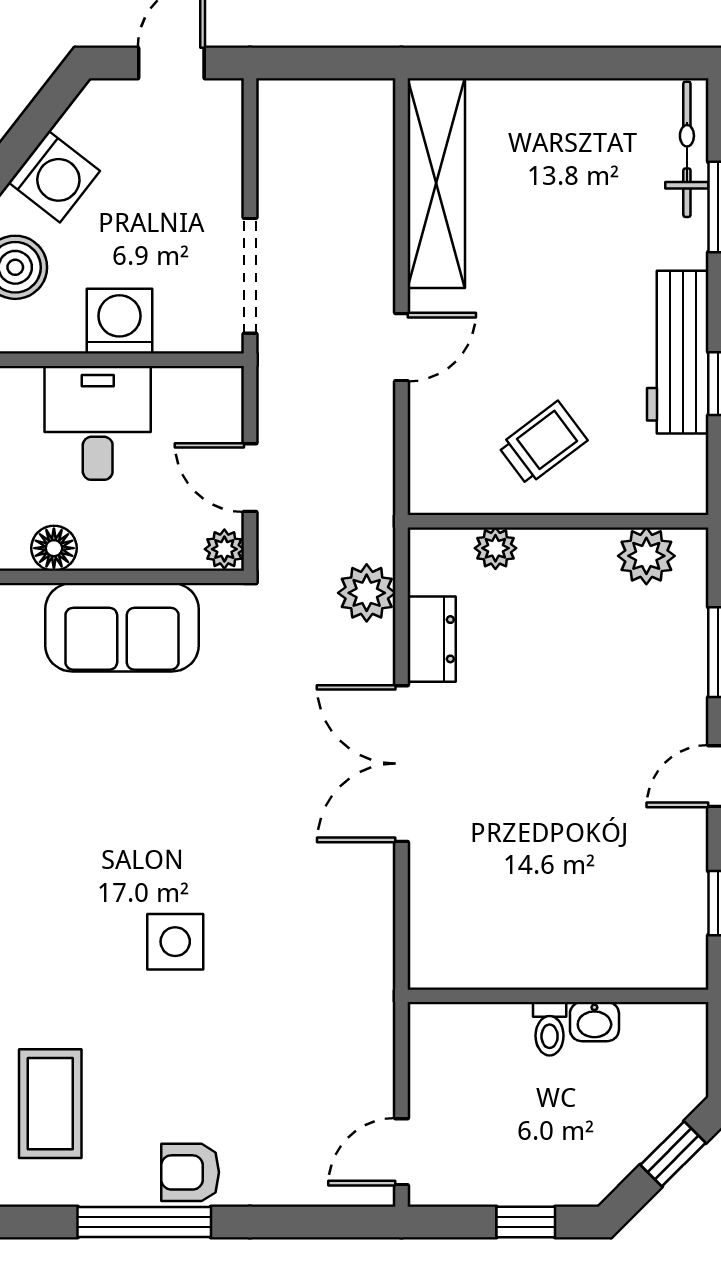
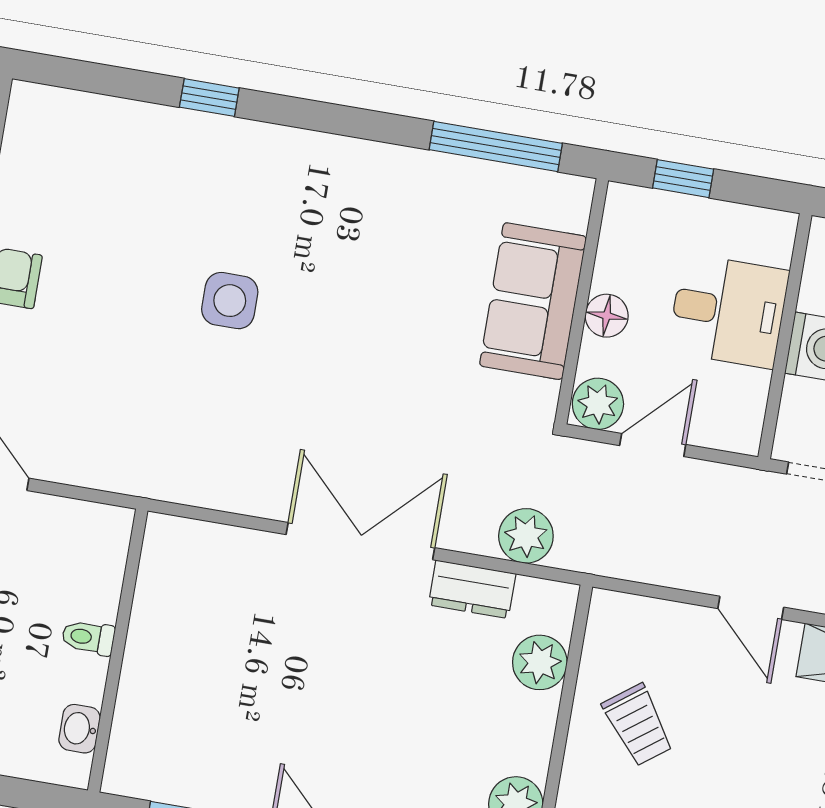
floor lamp: (54, 548) -> (607, 316), moved
plant: (495, 548) -> (540, 662), width x1.38, depth x1.38
plant: (224, 549) -> (598, 404), width x1.38, depth x1.38
washbasin: (594, 1022) -> (79, 729), moved
coffee table: (50, 1104) -> (98, 158), removed

